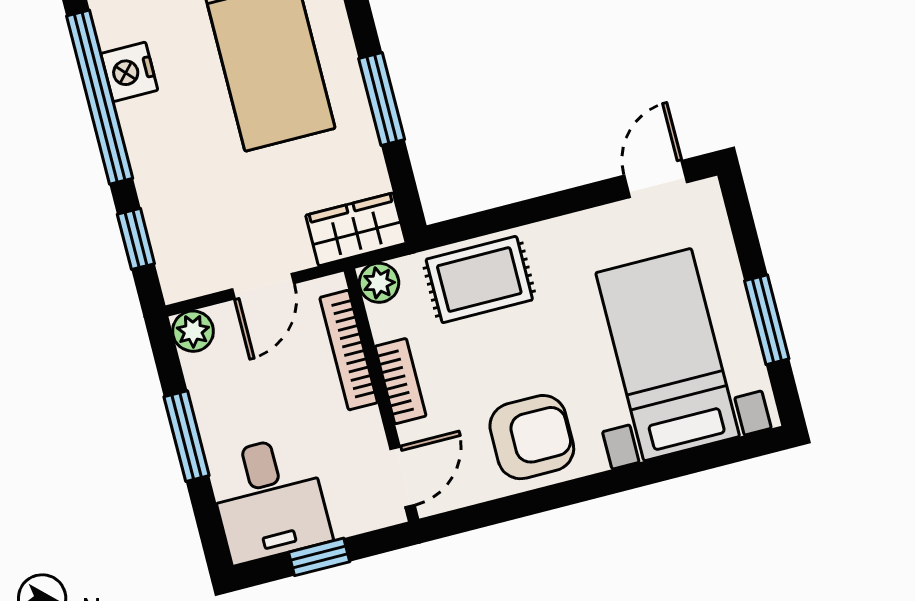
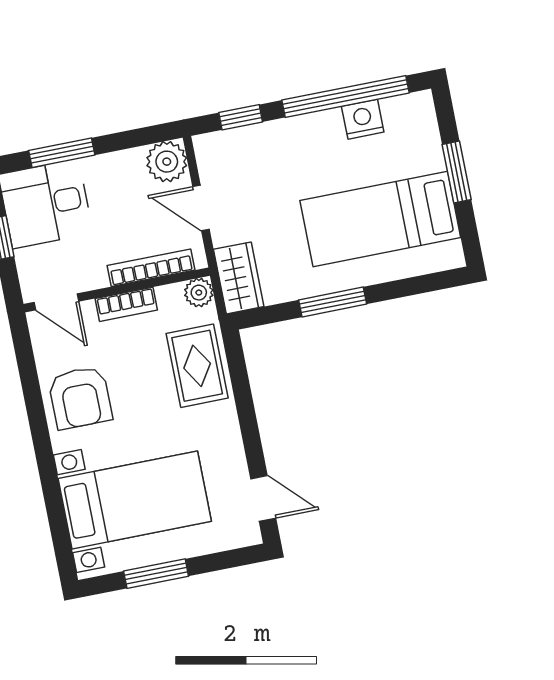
plant: (193, 331) -> (167, 162), width x1.38, depth x1.38
window: (187, 436) -> (62, 153), moved

